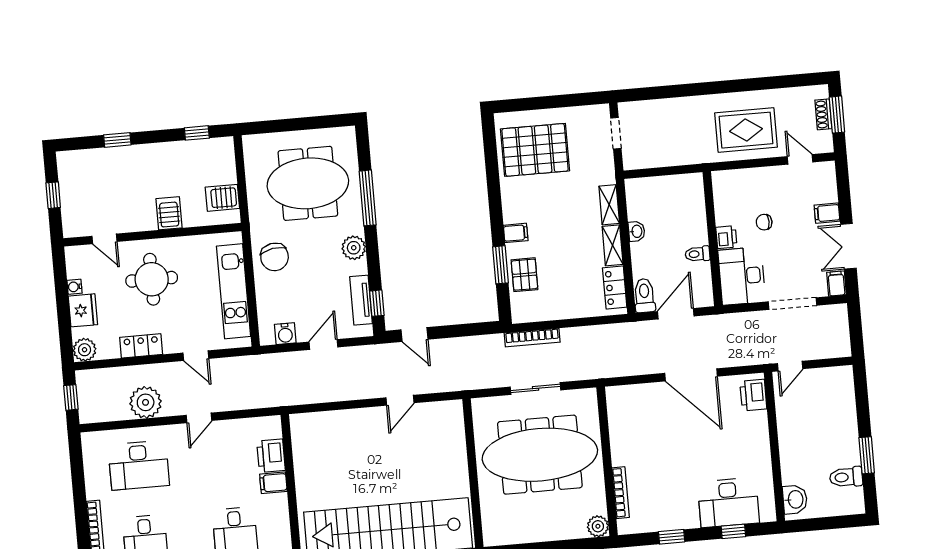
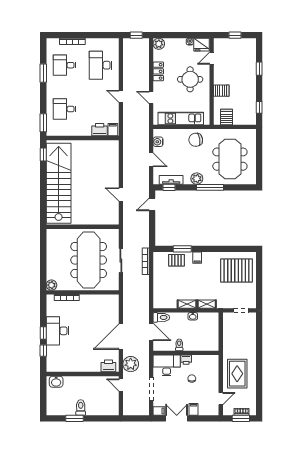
pallet: (535, 150) -> (237, 271), turned 90
window: (368, 198) -> (210, 187), moved
locker: (615, 288) -> (166, 303), removed
fridge: (83, 310) -> (201, 45), moved
door: (196, 356) -> (151, 97), hinge flipped
plant: (146, 402) -> (131, 364), moved
toilet: (846, 477) -> (81, 407), moved
filing cabinet: (273, 483) -> (113, 130), moved
desk: (728, 502) -> (57, 331), moved
window: (672, 537) -> (43, 333), moved

